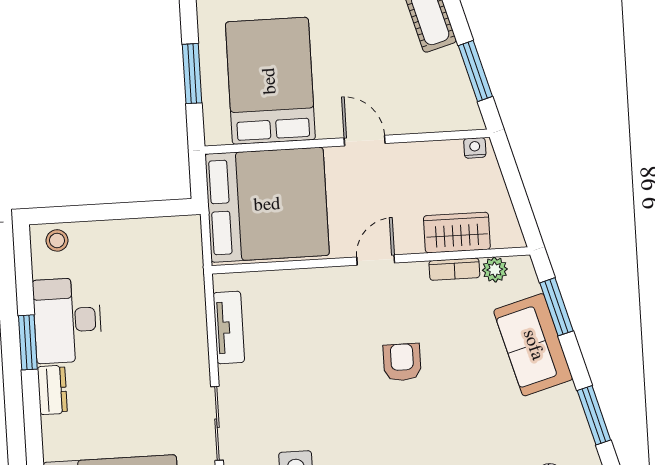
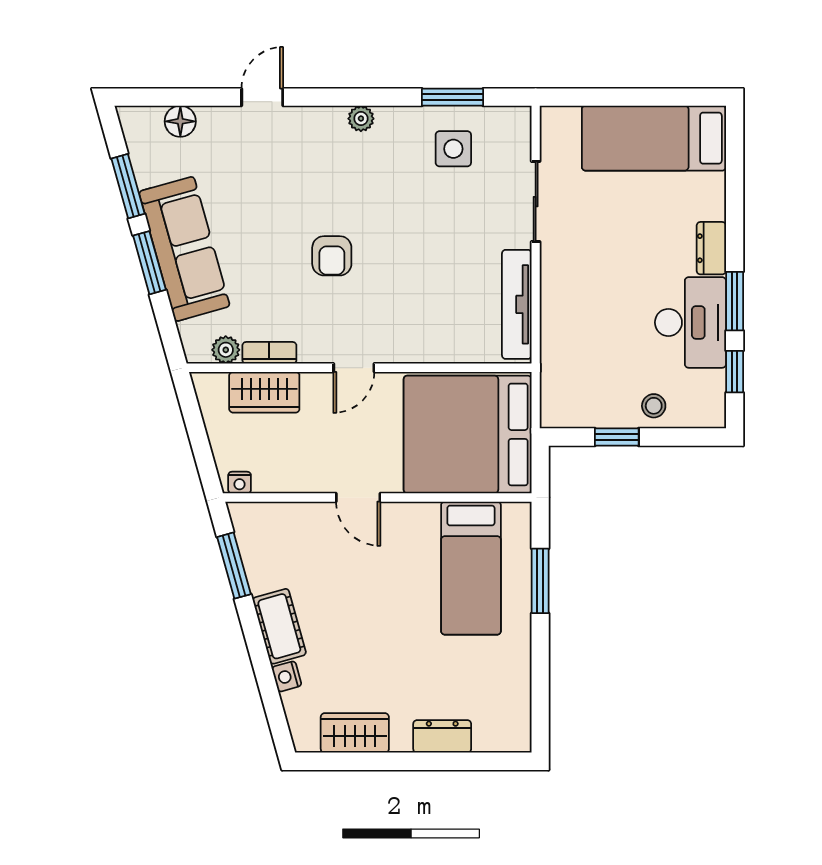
bed: (270, 81) -> (471, 568), width x0.67
window: (129, 211) -> (617, 437), added
stool: (57, 240) -> (654, 406), moved
window: (24, 277) -> (735, 372), added
window: (557, 307) -> (149, 263), moved
tv unit: (229, 327) -> (517, 304), width x1.41
sofa: (533, 345) -> (184, 249), width x1.36

